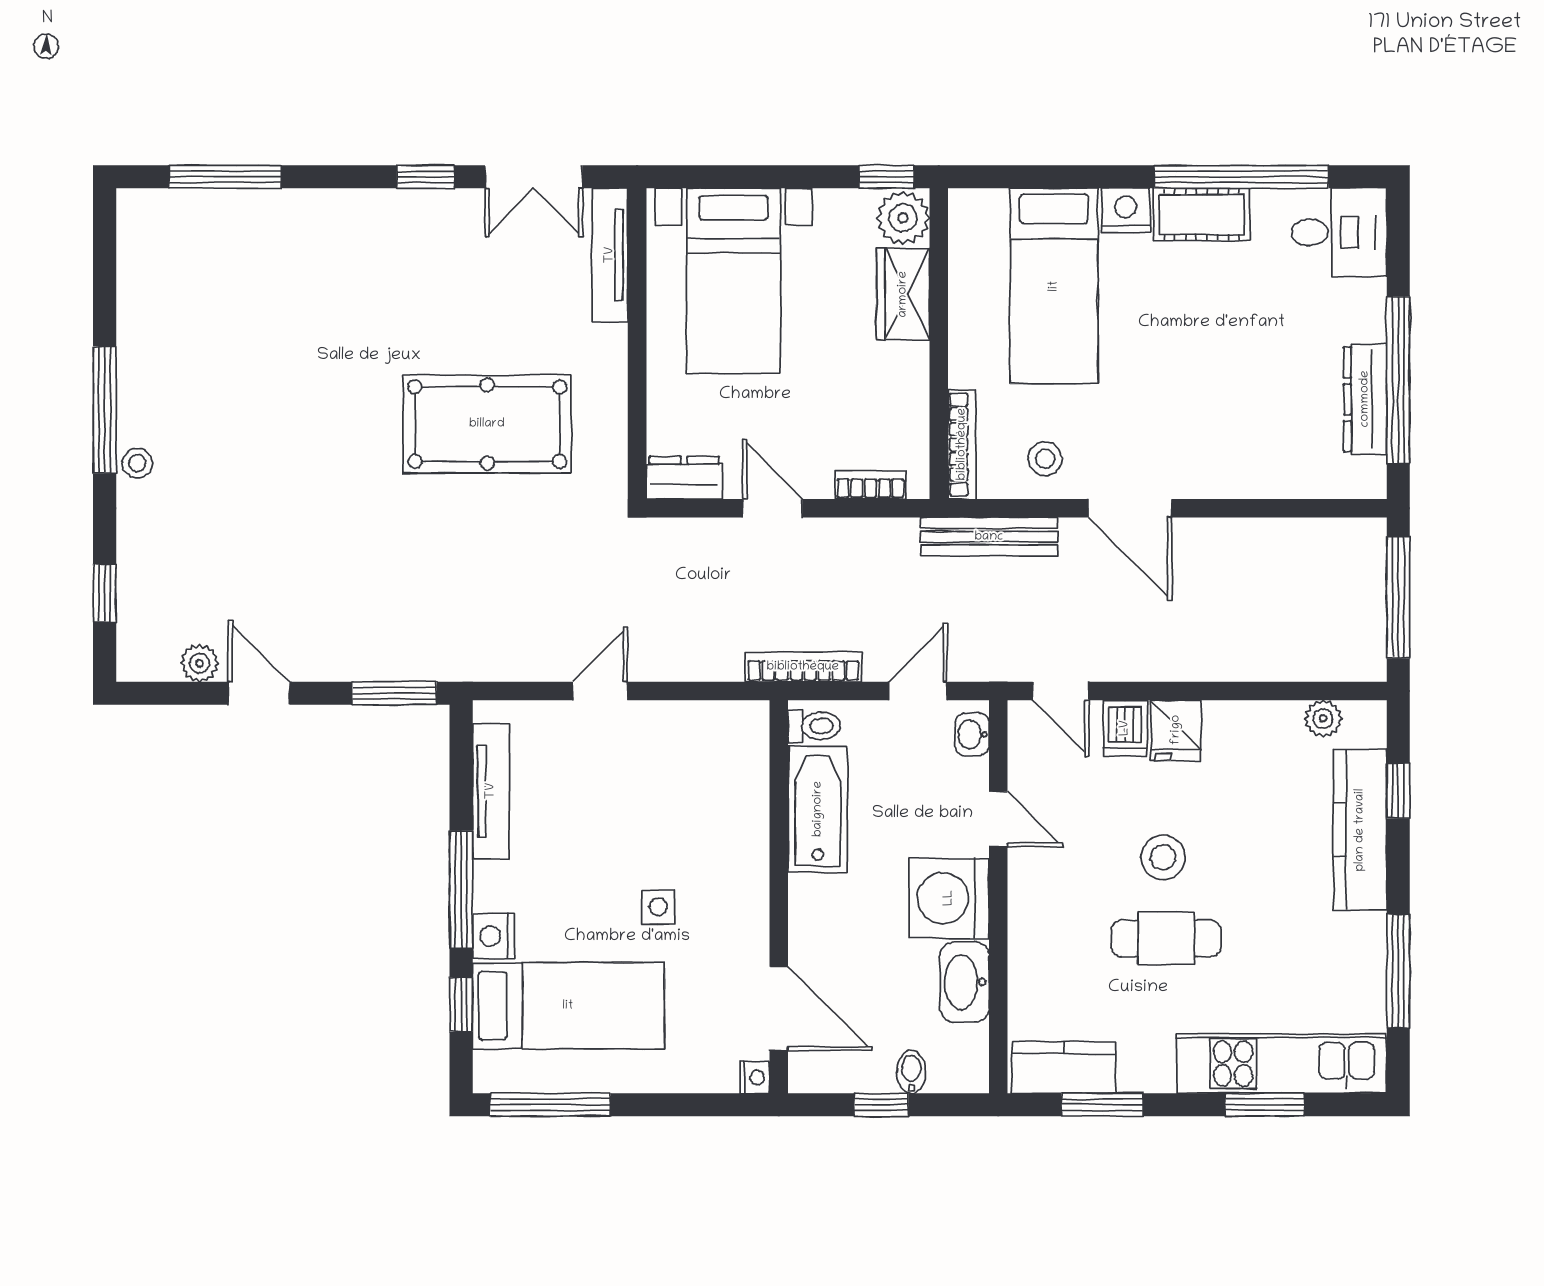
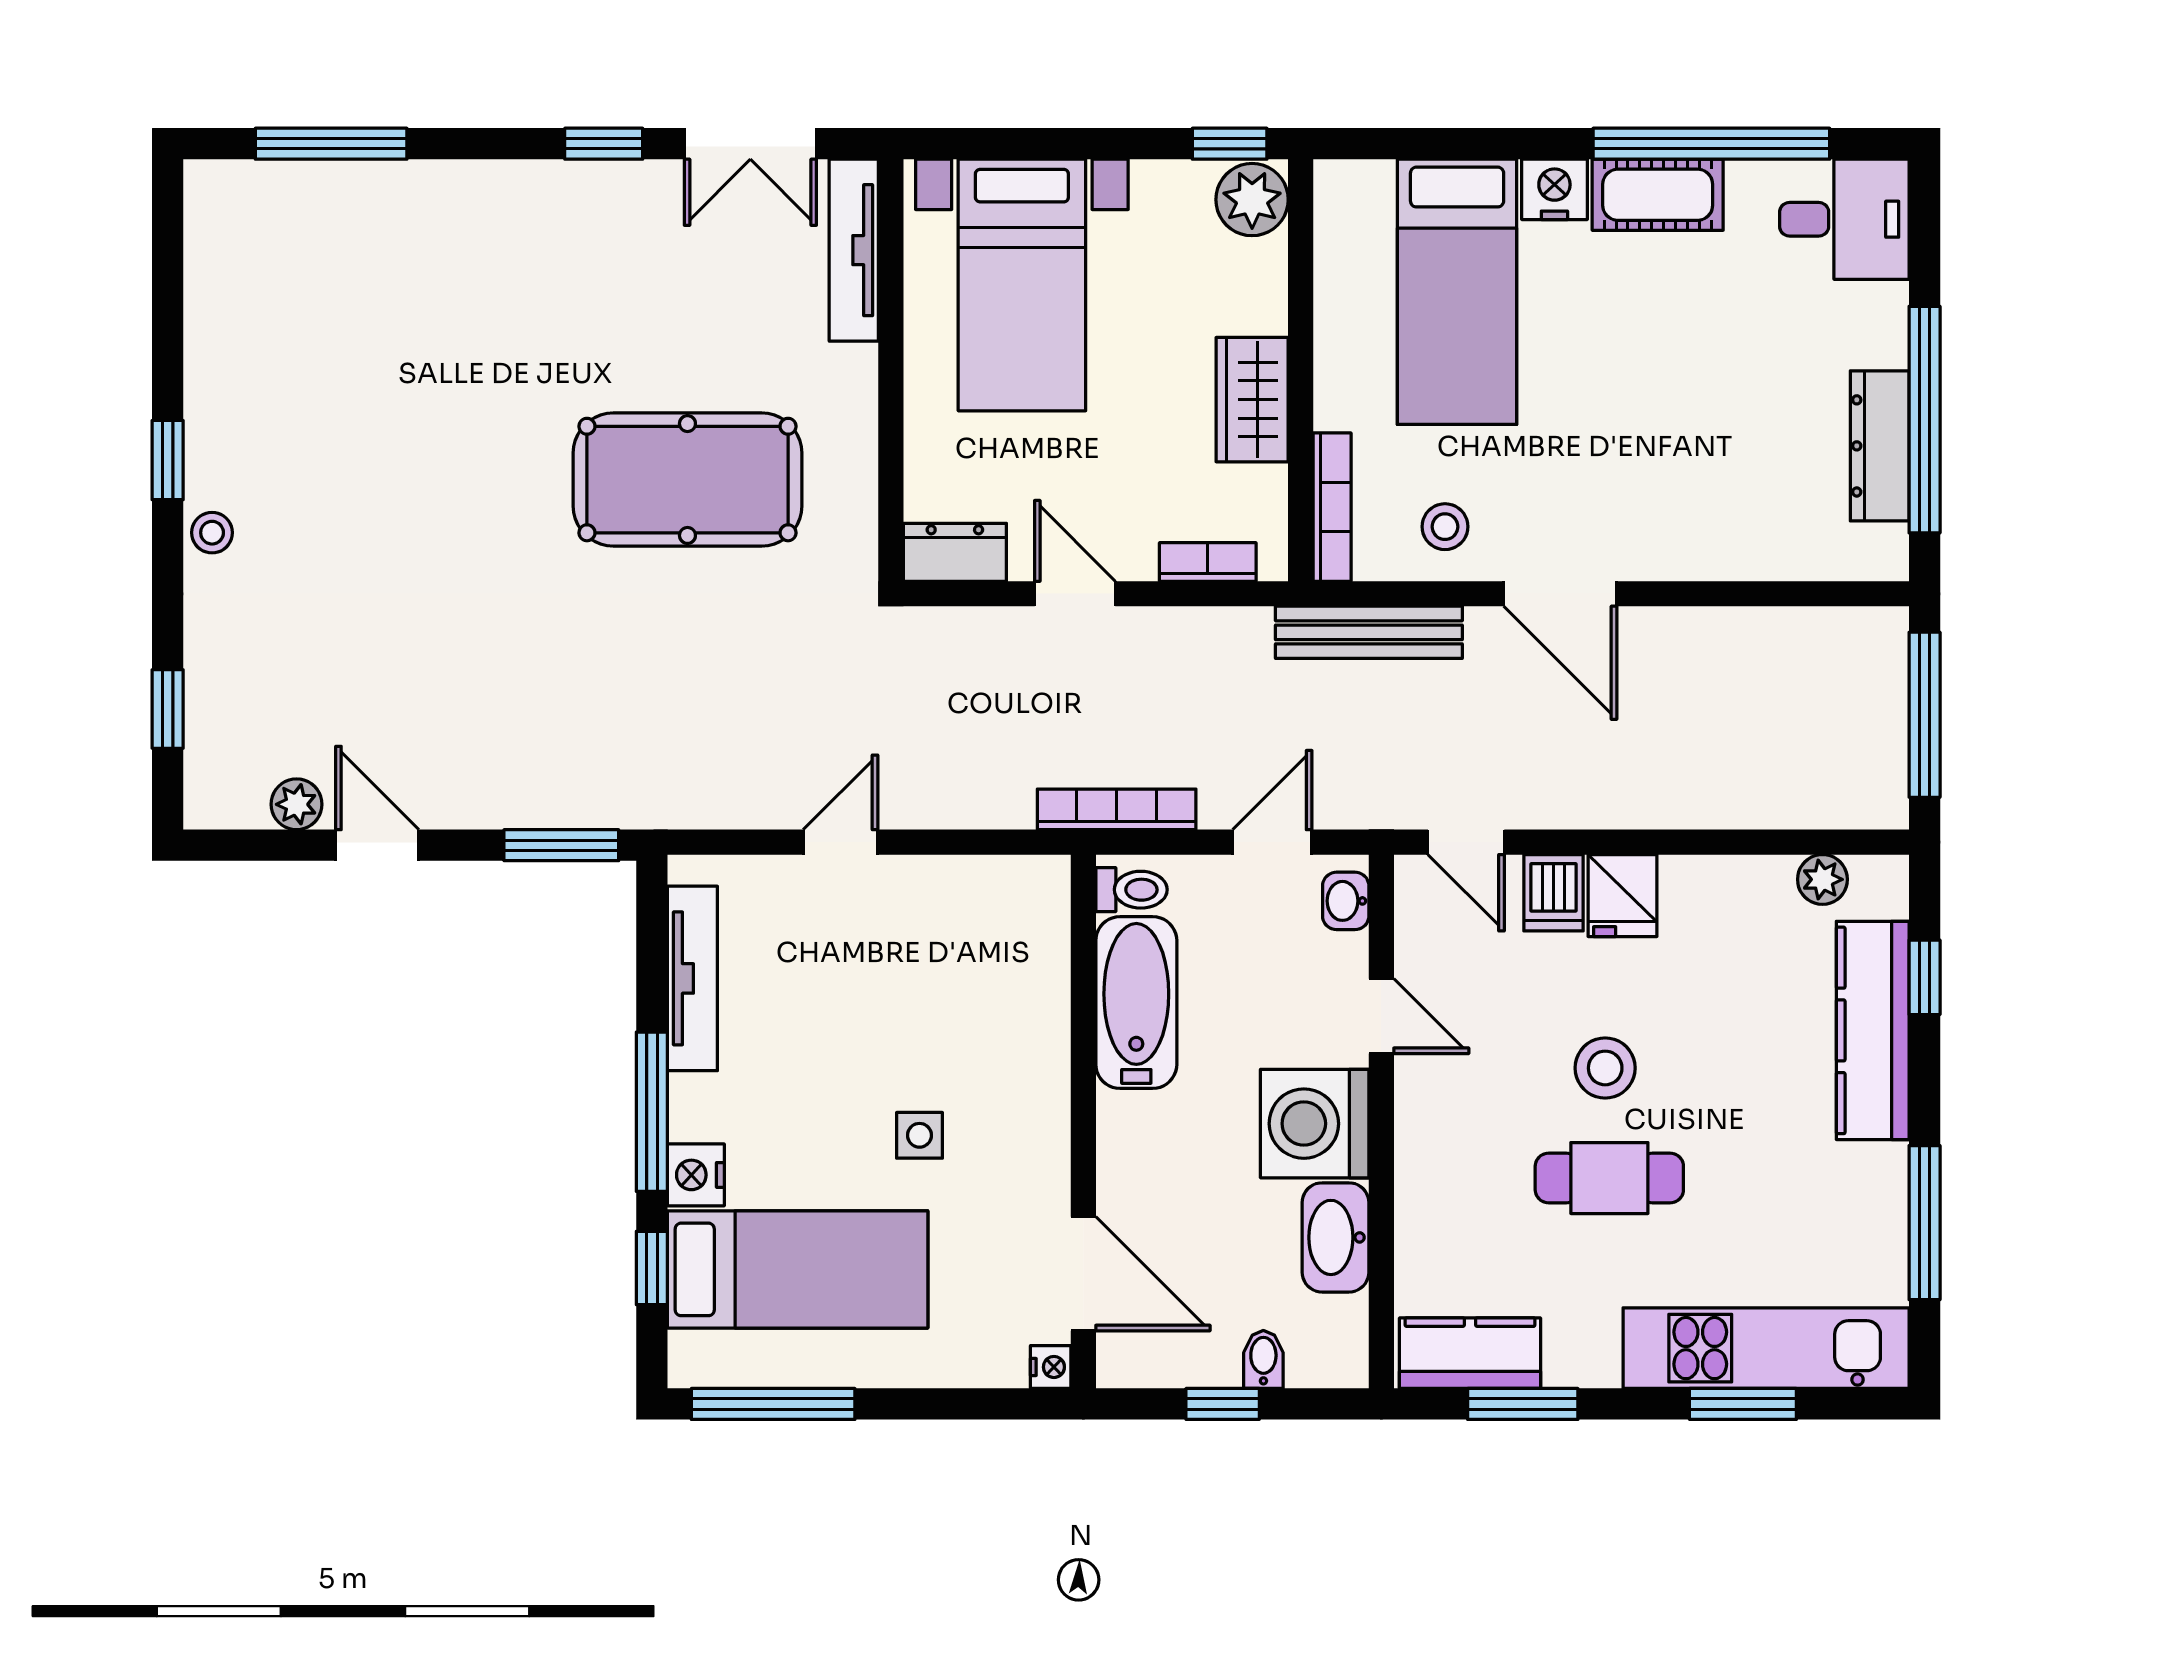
wardrobe: (903, 294) -> (1252, 400), moved
window: (105, 410) -> (168, 460), width x0.46

